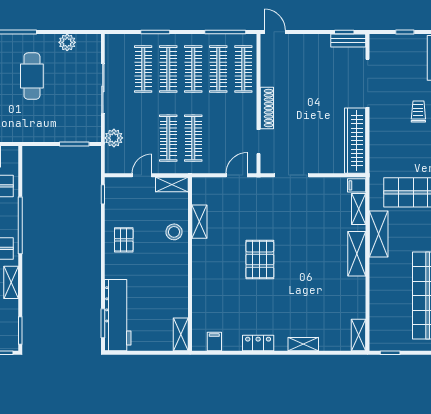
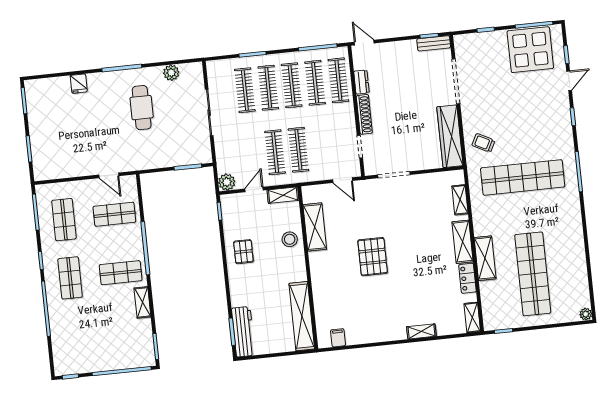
dresser: (267, 73) -> (361, 82), added
trolley: (418, 111) -> (483, 143), moved, turned -63
plant: (114, 138) -> (227, 182), moved
door: (237, 175) -> (343, 180), swing flipped
filing cabinet: (357, 185) -> (456, 178), removed
shelving: (199, 222) -> (315, 227), width x1.50, depth x1.33
shelving: (379, 234) -> (485, 258), moved
workbench: (118, 315) -> (243, 332), width x0.73, depth x0.76
shelving: (181, 334) -> (302, 316), width x2.20, depth x1.33
locker: (258, 343) -> (467, 278), moved, turned -90

